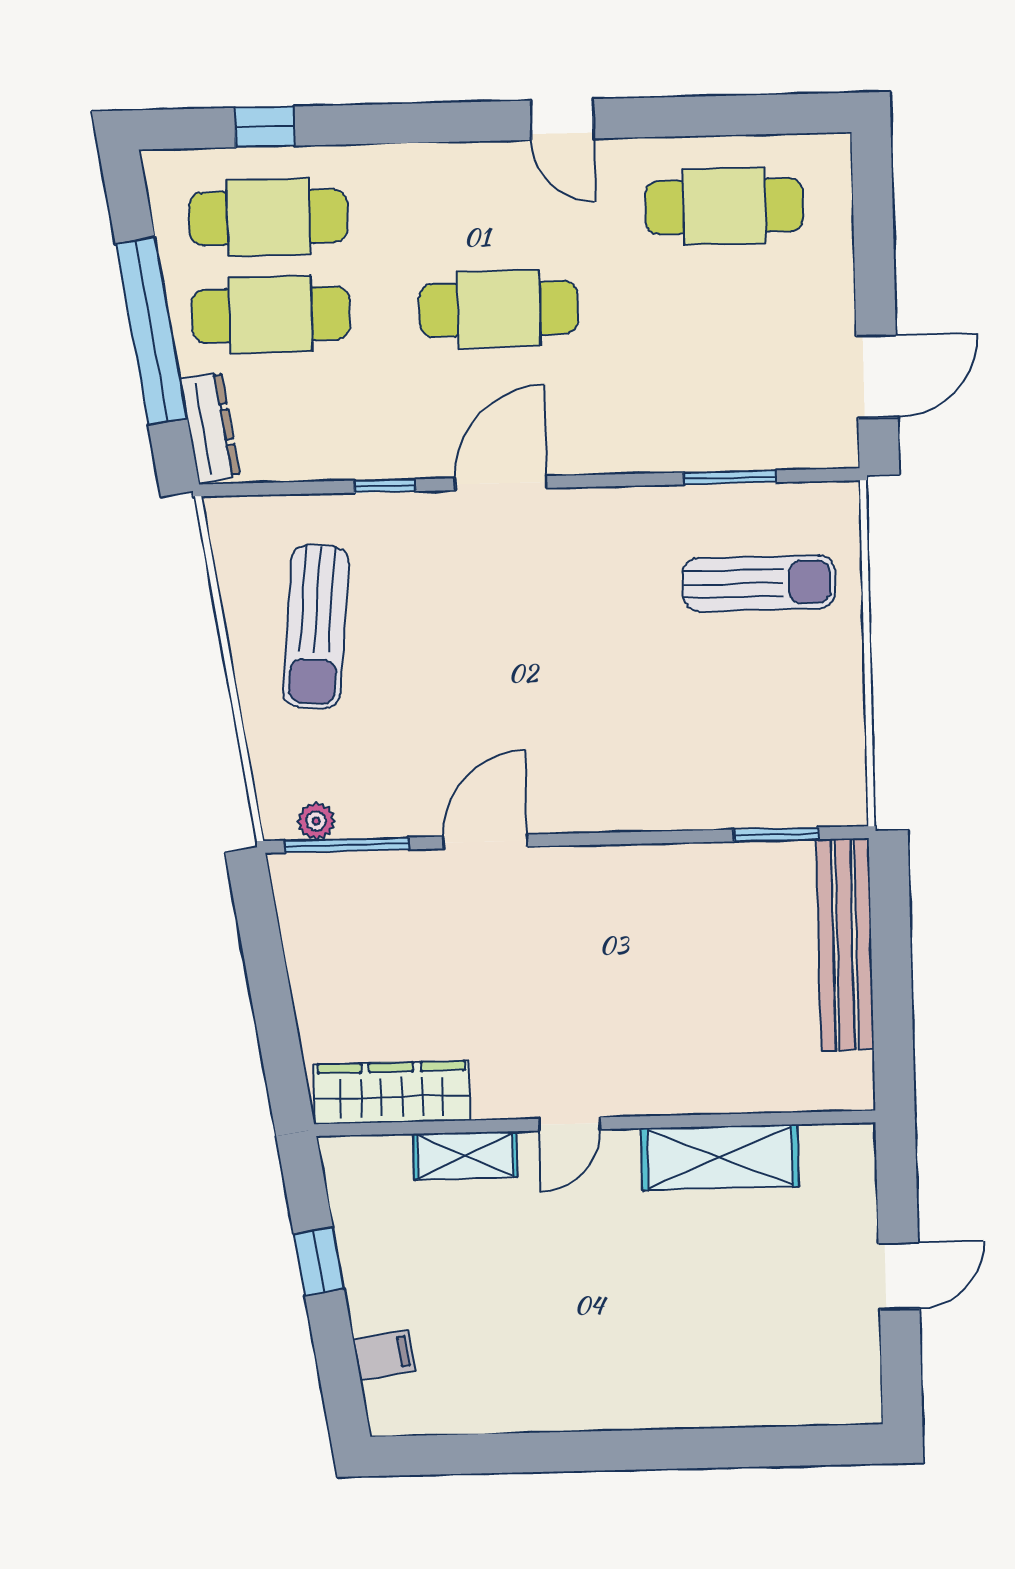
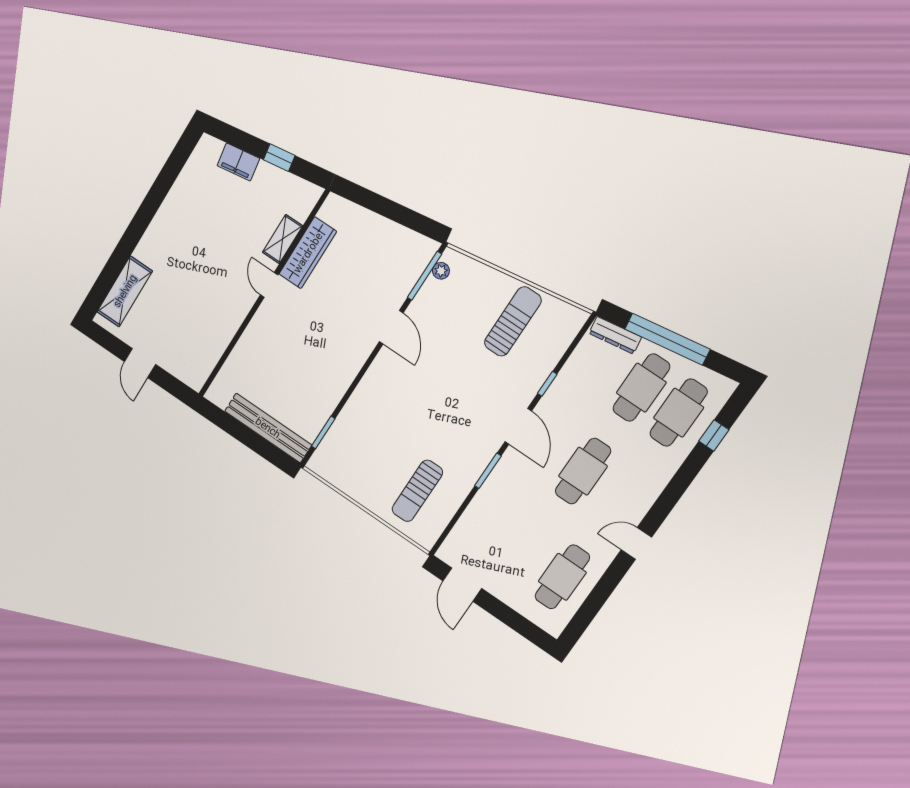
window: (730, 477) -> (488, 471), moved
sun lounger: (316, 627) -> (513, 322), turned 85
wardrobe: (392, 1092) -> (308, 253), moved
shelving: (720, 1157) -> (125, 291), moved
filing cabinet: (384, 1355) -> (238, 162), width x2.00

